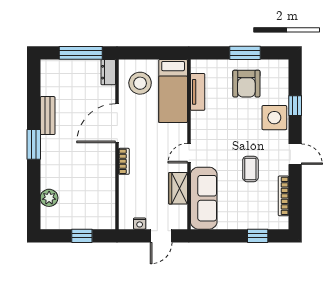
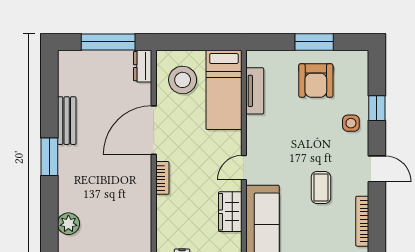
side table: (274, 118) -> (351, 123), width x0.54, depth x0.54

